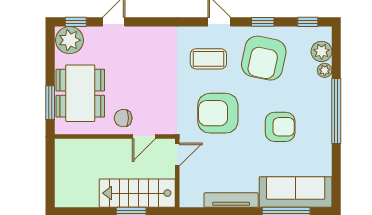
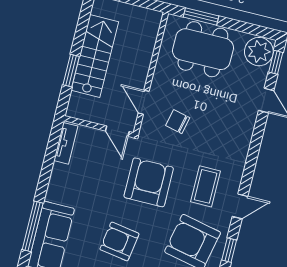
chair: (123, 118) -> (178, 122), moved, turned -77
armchair: (280, 127) -> (119, 241), turned 99
stairs: (137, 193) -> (95, 56), moved
tv unit: (231, 200) -> (66, 143), moved, width x0.71

